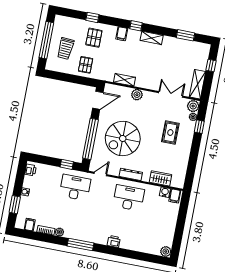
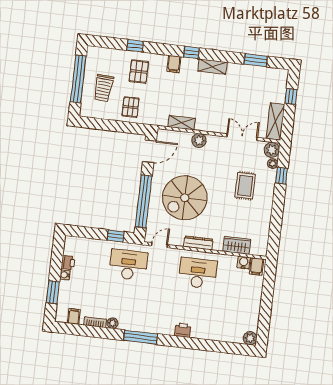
printer: (31, 170) -> (68, 262), moved

